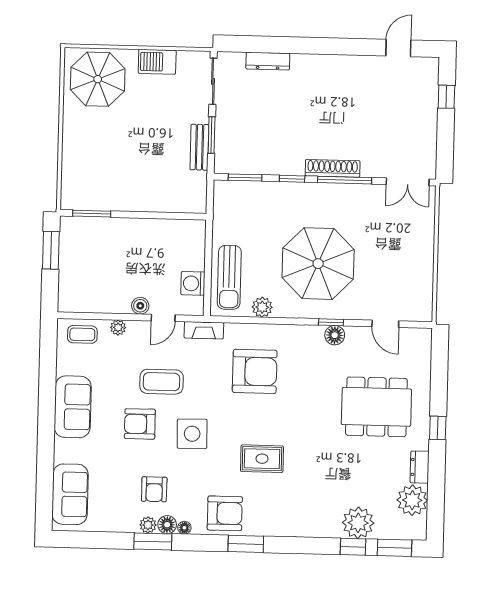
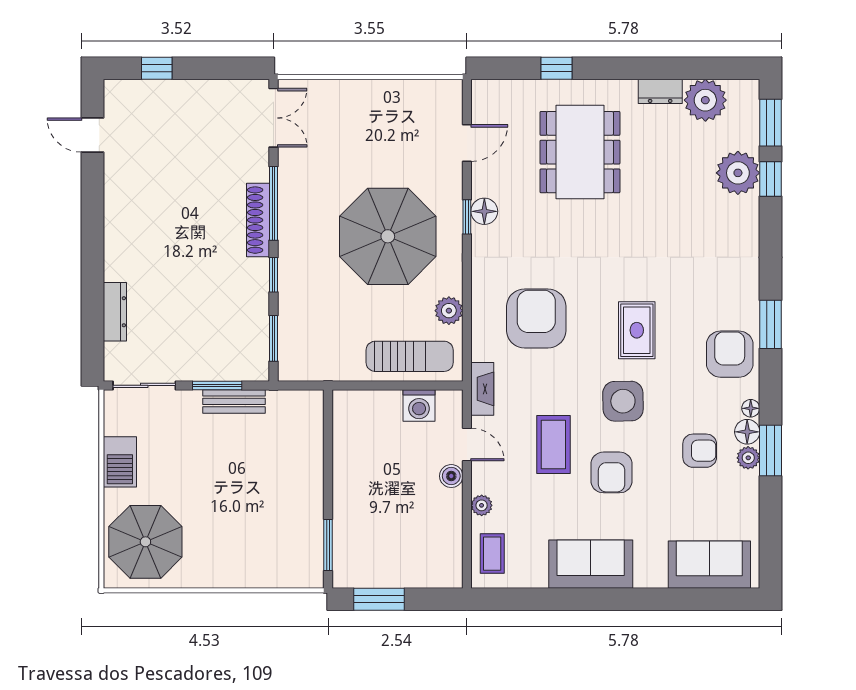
window: (438, 428) -> (557, 68), moved
rug: (262, 459) -> (637, 330), moved

